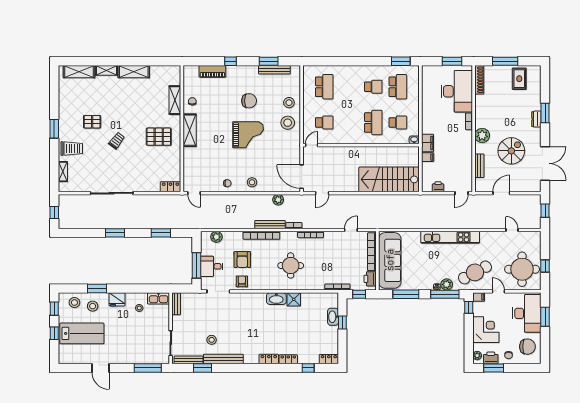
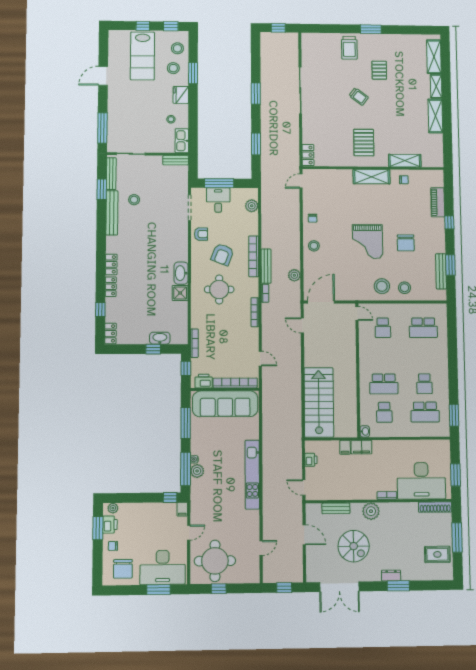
shelving: (63, 172) -> (324, 38), removed
armchair: (242, 260) -> (222, 254), moved, turned -69
cafe table: (475, 272) -> (211, 504), removed
corner desk: (486, 330) -> (144, 518), removed

